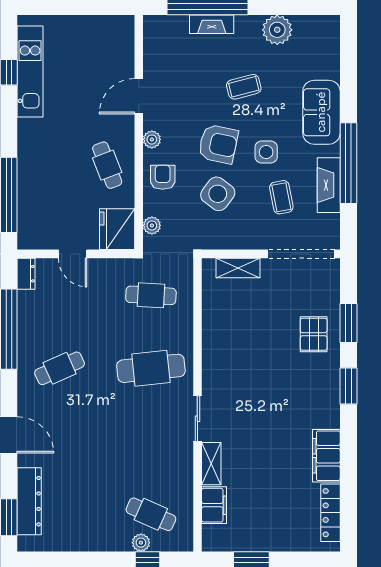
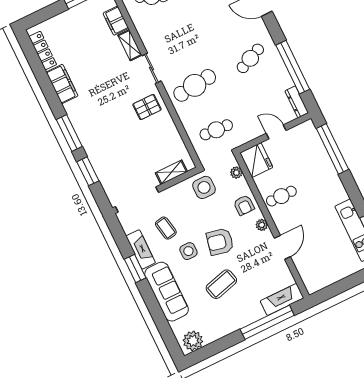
fireplace: (212, 24) -> (282, 299), moved, width x1.37, depth x1.32
plant: (277, 30) -> (193, 341), moved
coffee table: (244, 87) -> (221, 284), width x1.36, depth x1.30
sofa: (321, 112) -> (167, 292), width x1.36
window: (348, 163) -> (135, 269), width x0.47
cafe table: (107, 165) -> (281, 196), turned -69
side table: (218, 194) -> (204, 187), moved, turned -37
dresser: (26, 274) -> (297, 102), width x1.44
pallet: (314, 334) -> (147, 107), moved, turned 90
window: (348, 386) -> (69, 133), width x1.44

